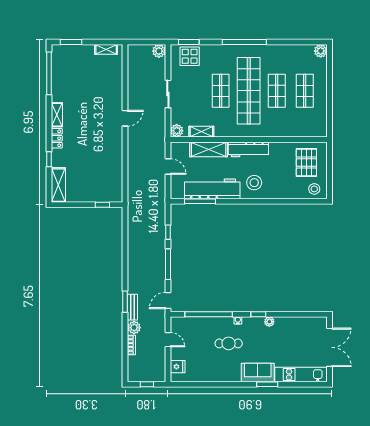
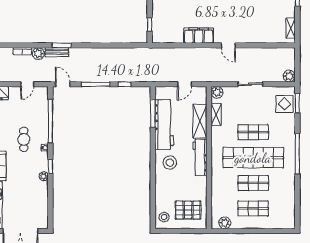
plant: (321, 51) -> (225, 223), moved
filing cabinet: (114, 151) -> (199, 36), added

